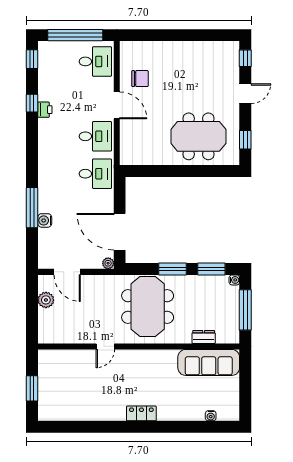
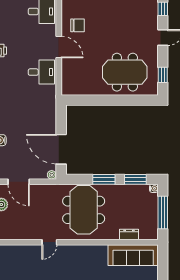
desk: (95, 174) -> (41, 102), removed

